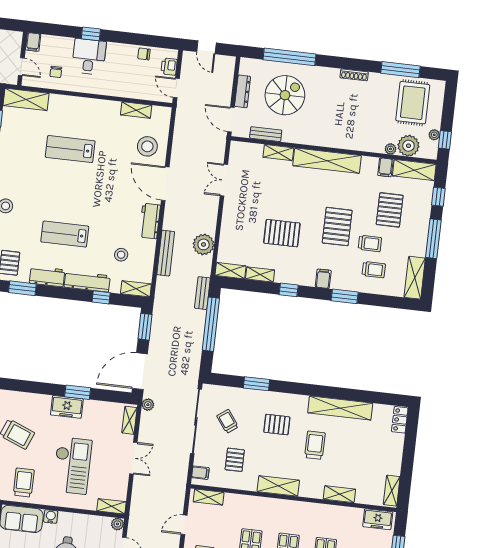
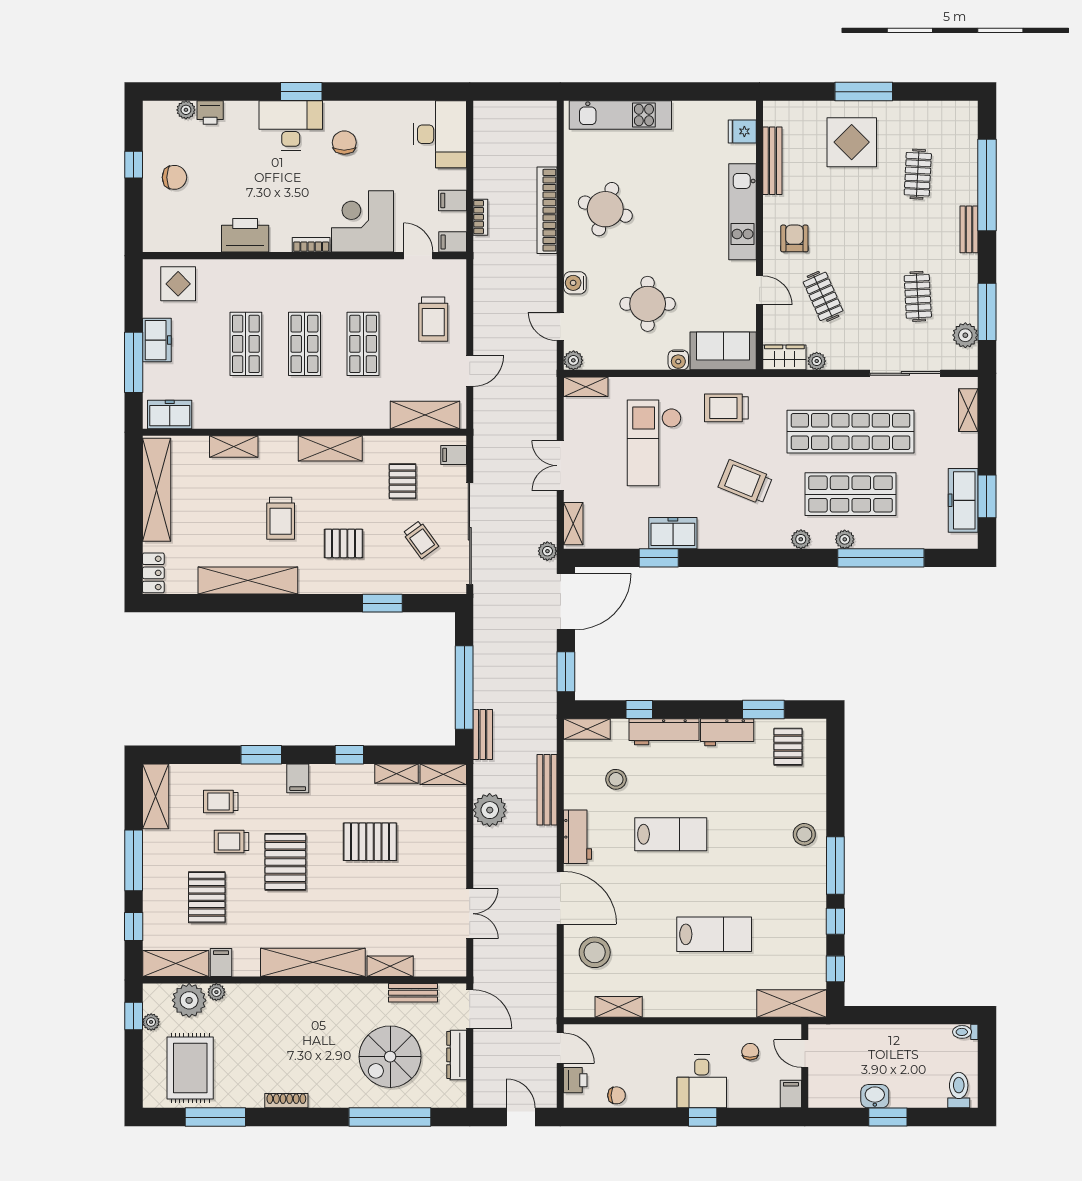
lab bench: (65, 234) -> (671, 834), moved
trolley: (24, 482) -> (726, 408), turned 90
shelving: (392, 491) -> (157, 490), width x2.20, depth x1.33
shelving: (209, 497) -> (425, 415), width x1.50, depth x1.33

